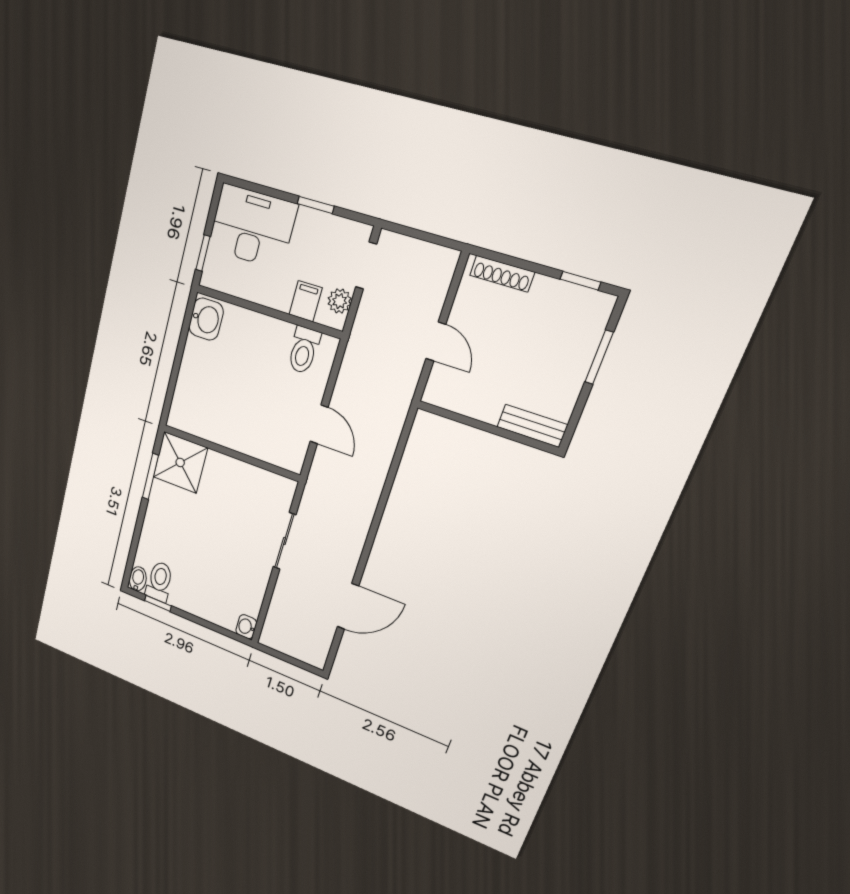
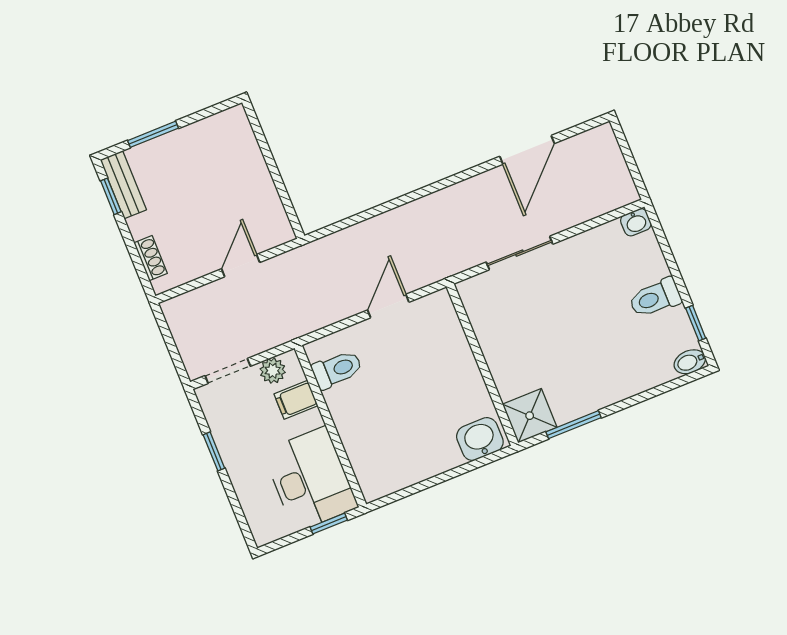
desk: (252, 227) -> (310, 479), moved, turned 180
shoe rack: (502, 274) -> (151, 258), width x0.70
washbasin: (206, 319) -> (480, 439), moved
bench: (532, 426) -> (123, 185), moved
shower: (180, 462) -> (530, 416), width x0.73, depth x0.73
toilet: (159, 581) -> (655, 298), moved
door: (348, 606) -> (527, 150), swing flipped

